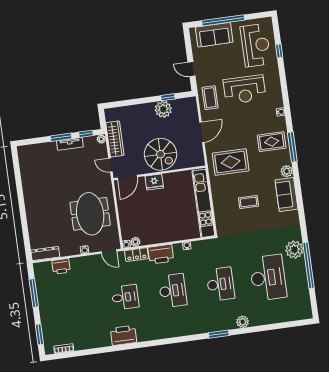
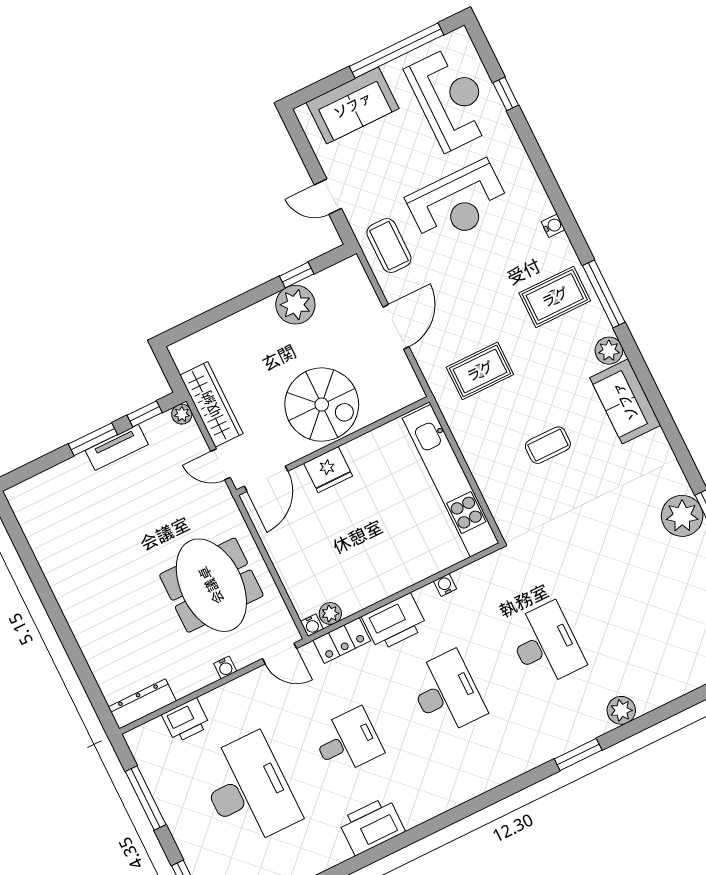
window: (223, 20) -> (396, 51), moved
rug: (231, 162) -> (480, 371), width x0.73, depth x0.70
desk: (268, 278) -> (249, 790), moved

